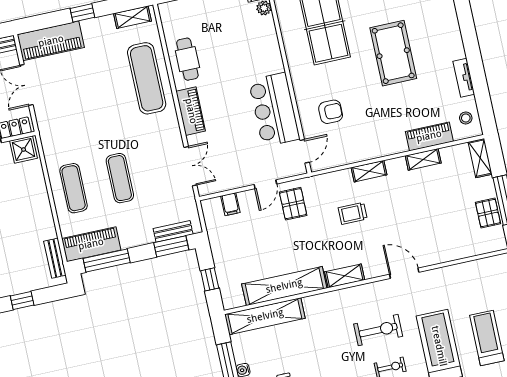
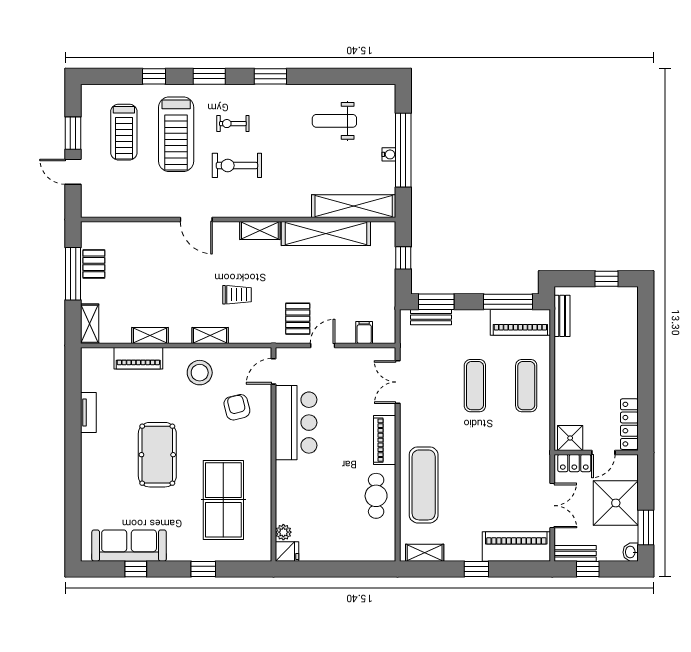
armchair: (331, 112) -> (237, 407), turned 76
stool: (466, 118) -> (200, 373), moved, width x1.89, depth x1.89

